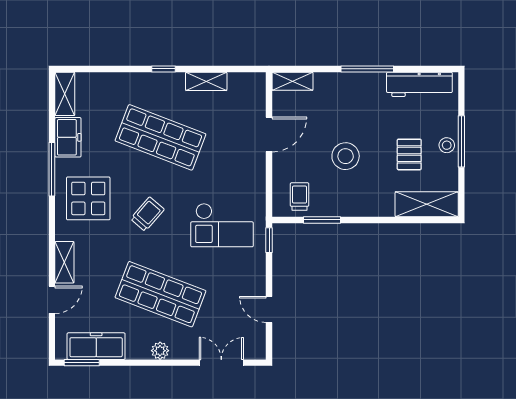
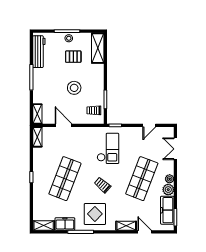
shelving: (206, 81) -> (37, 137), moved
plant: (138, 348) -> (168, 190), added

